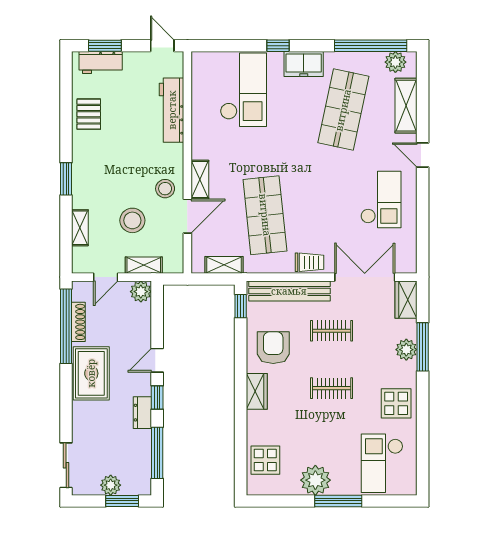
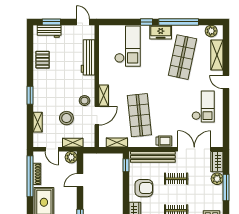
window: (371, 46) -> (179, 22), moved
door: (106, 277) -> (52, 149), hinge flipped
armchair: (273, 348) -> (144, 188), turned 90
plant: (406, 350) -> (217, 179), moved
door: (157, 360) -> (80, 180), moved

